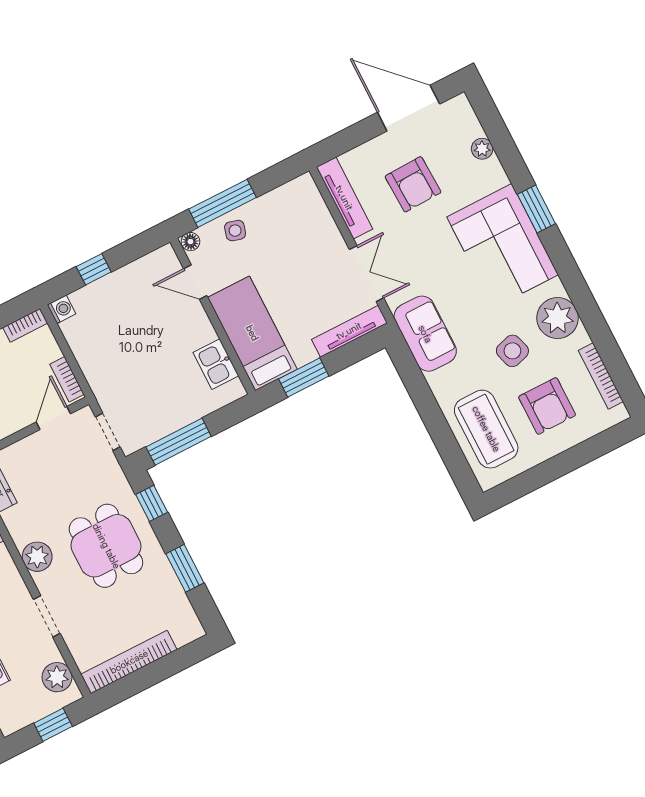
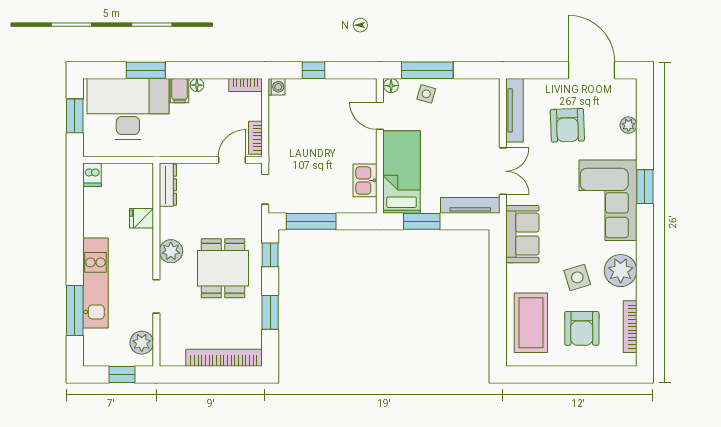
bookcase: (129, 662) -> (224, 358), moved

